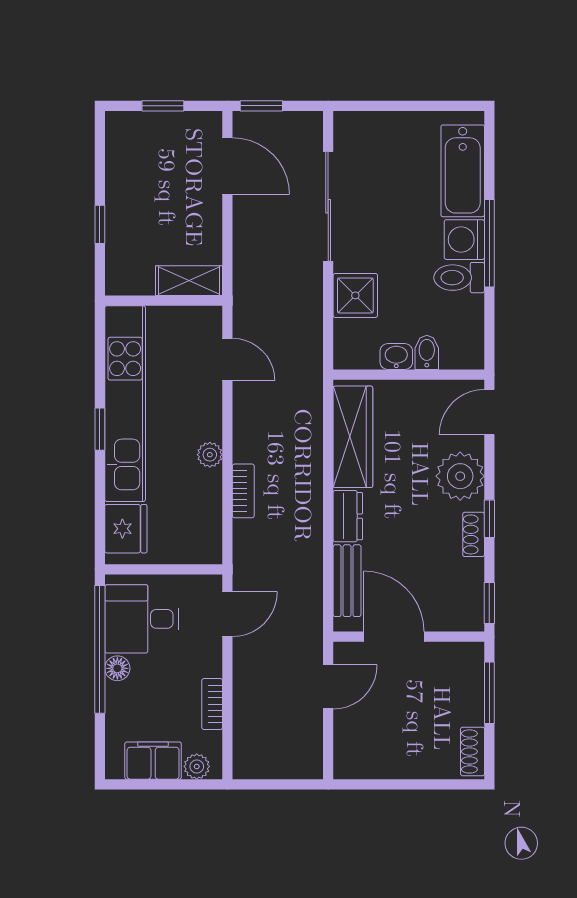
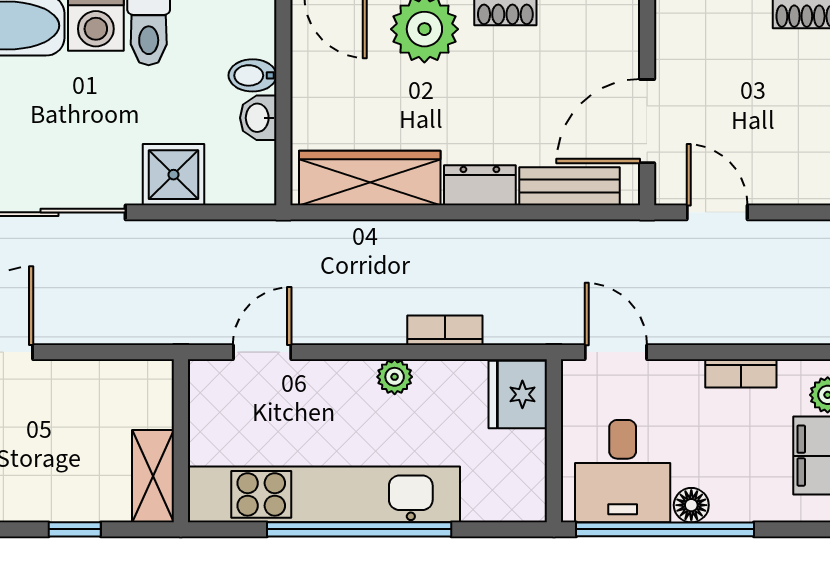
shelving: (189, 281) -> (153, 476), moved
window: (100, 429) -> (359, 529), width x3.17
fridge: (126, 529) -> (518, 394), moved, turned -90

